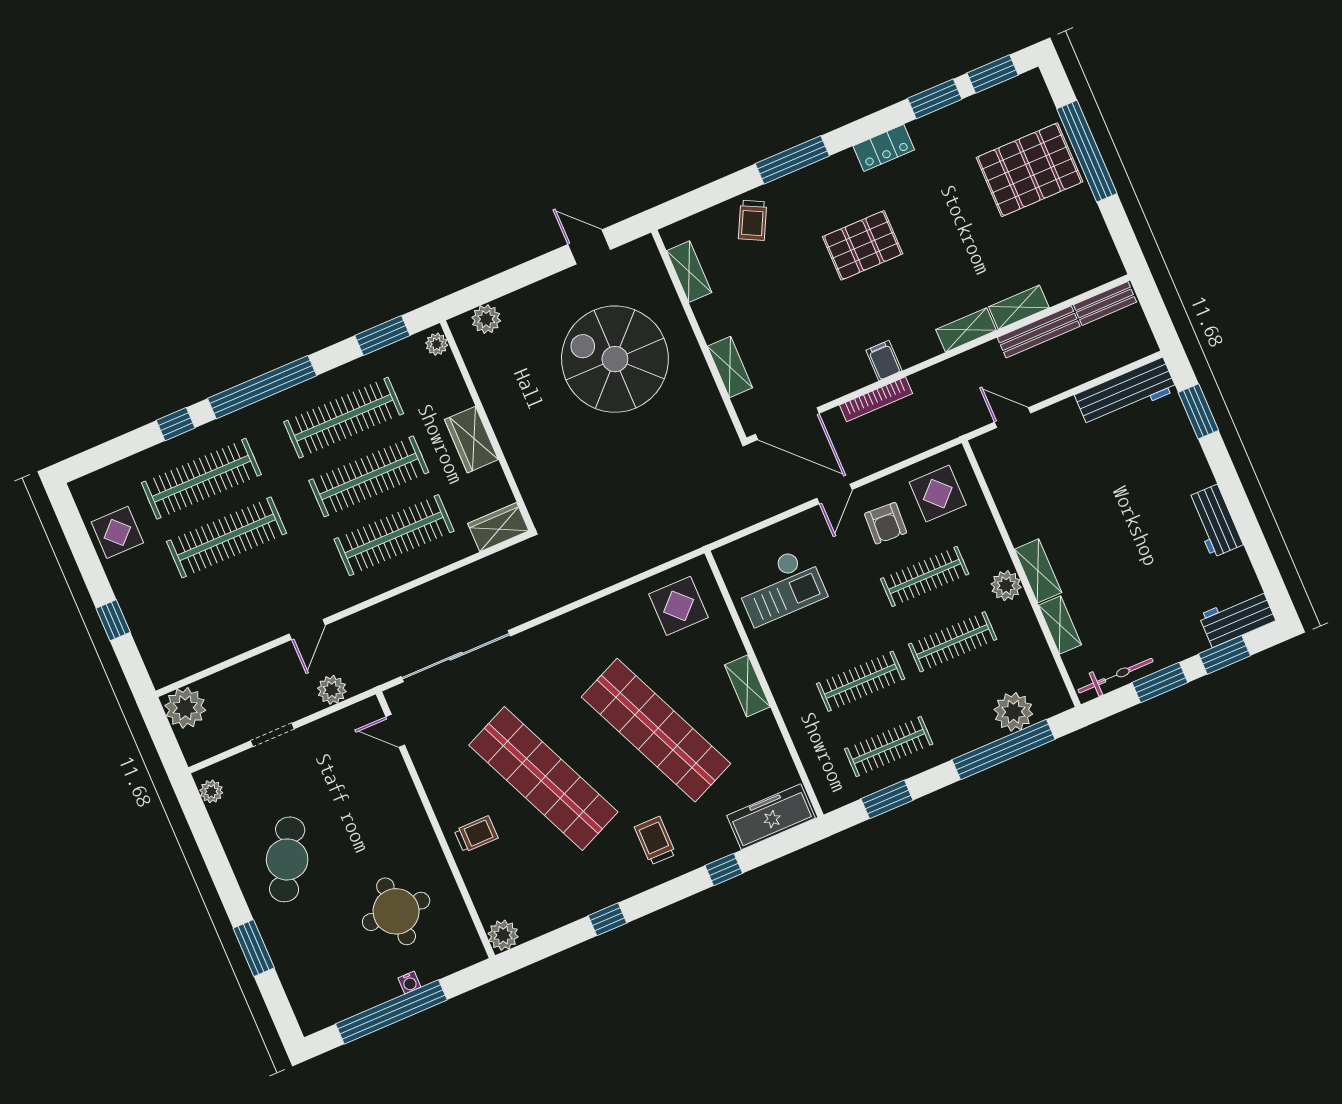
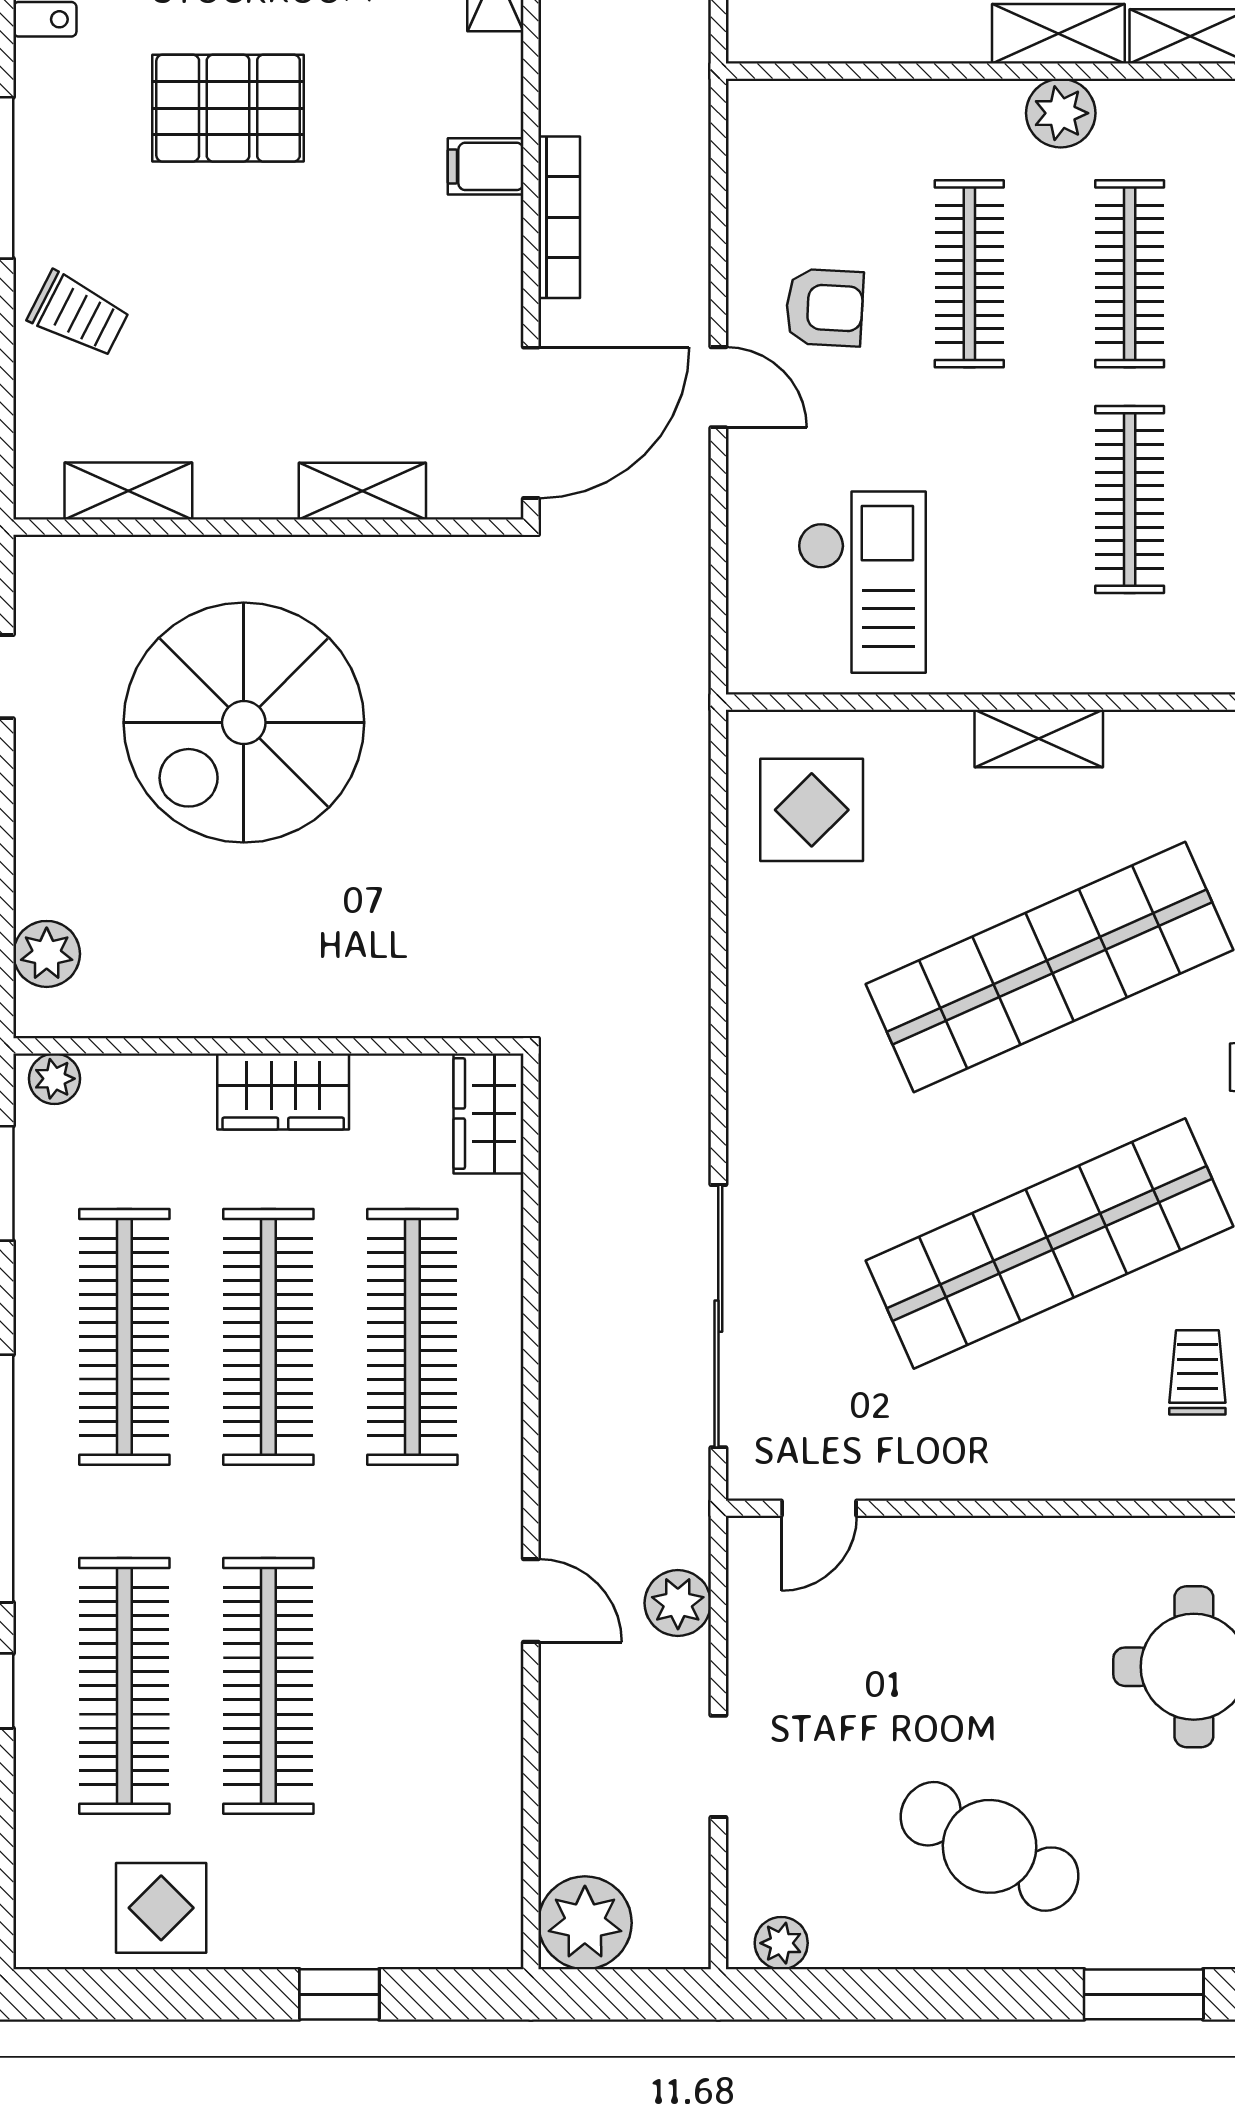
pallet: (863, 245) -> (228, 108), turned 90
display table: (938, 494) -> (809, 173), removed
trolley: (476, 834) -> (1197, 1372), moved

